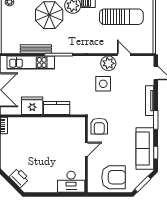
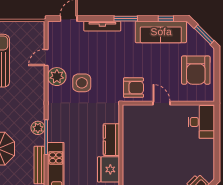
plant: (66, 48) -> (38, 128), added
armchair: (114, 177) -> (196, 70), turned 180

